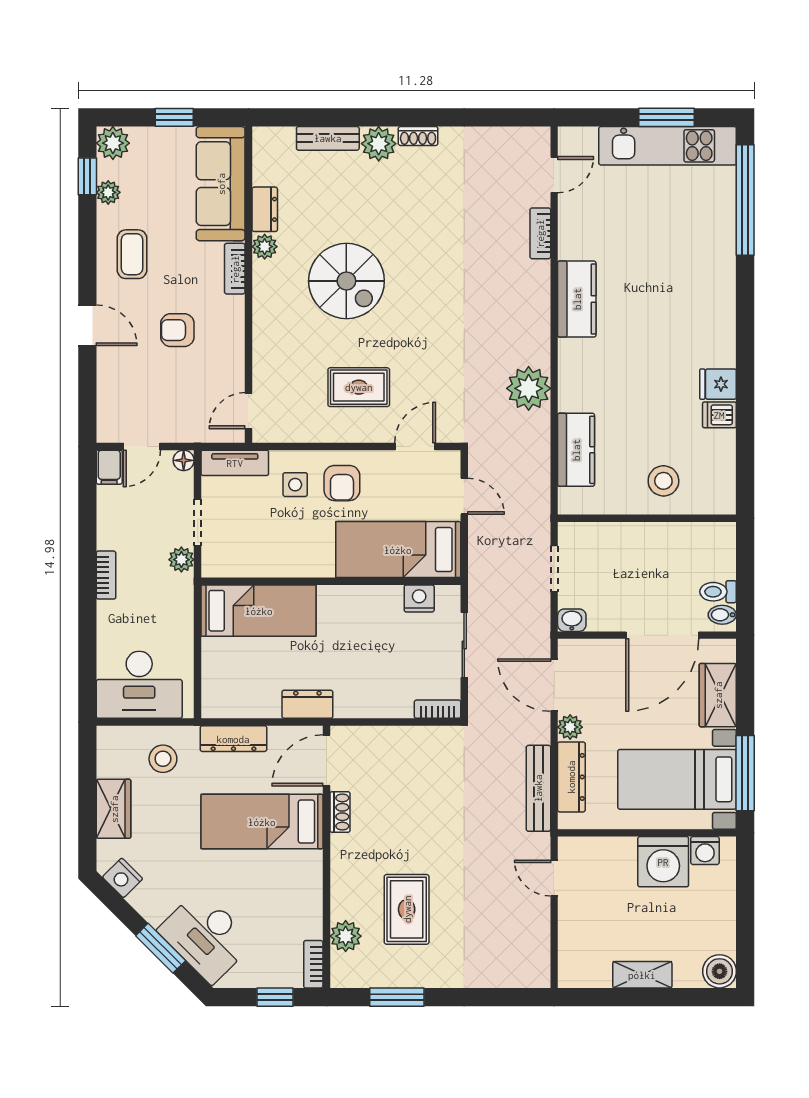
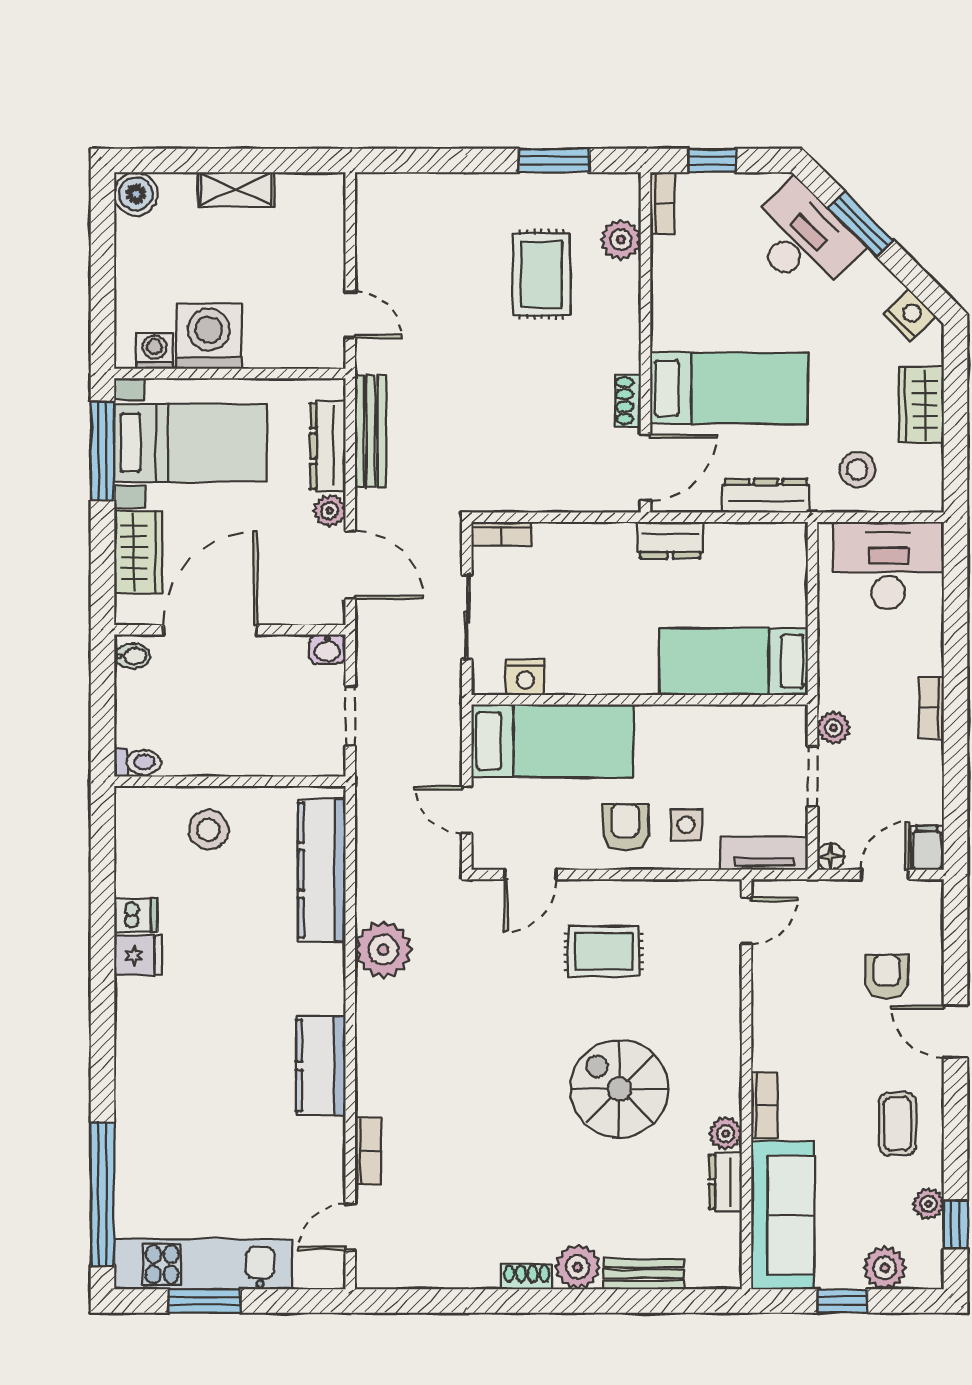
plant: (113, 143) -> (885, 1268), moved
armchair: (177, 330) -> (886, 977), moved, turned -90
kitchen counter: (576, 450) -> (322, 870), width x1.50
toilet: (718, 592) -> (138, 762), moved

